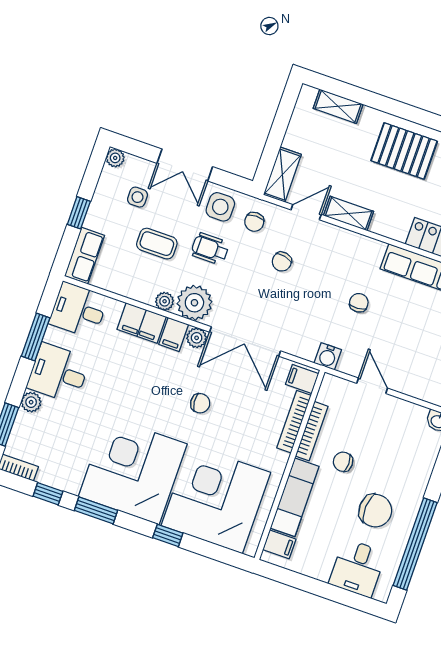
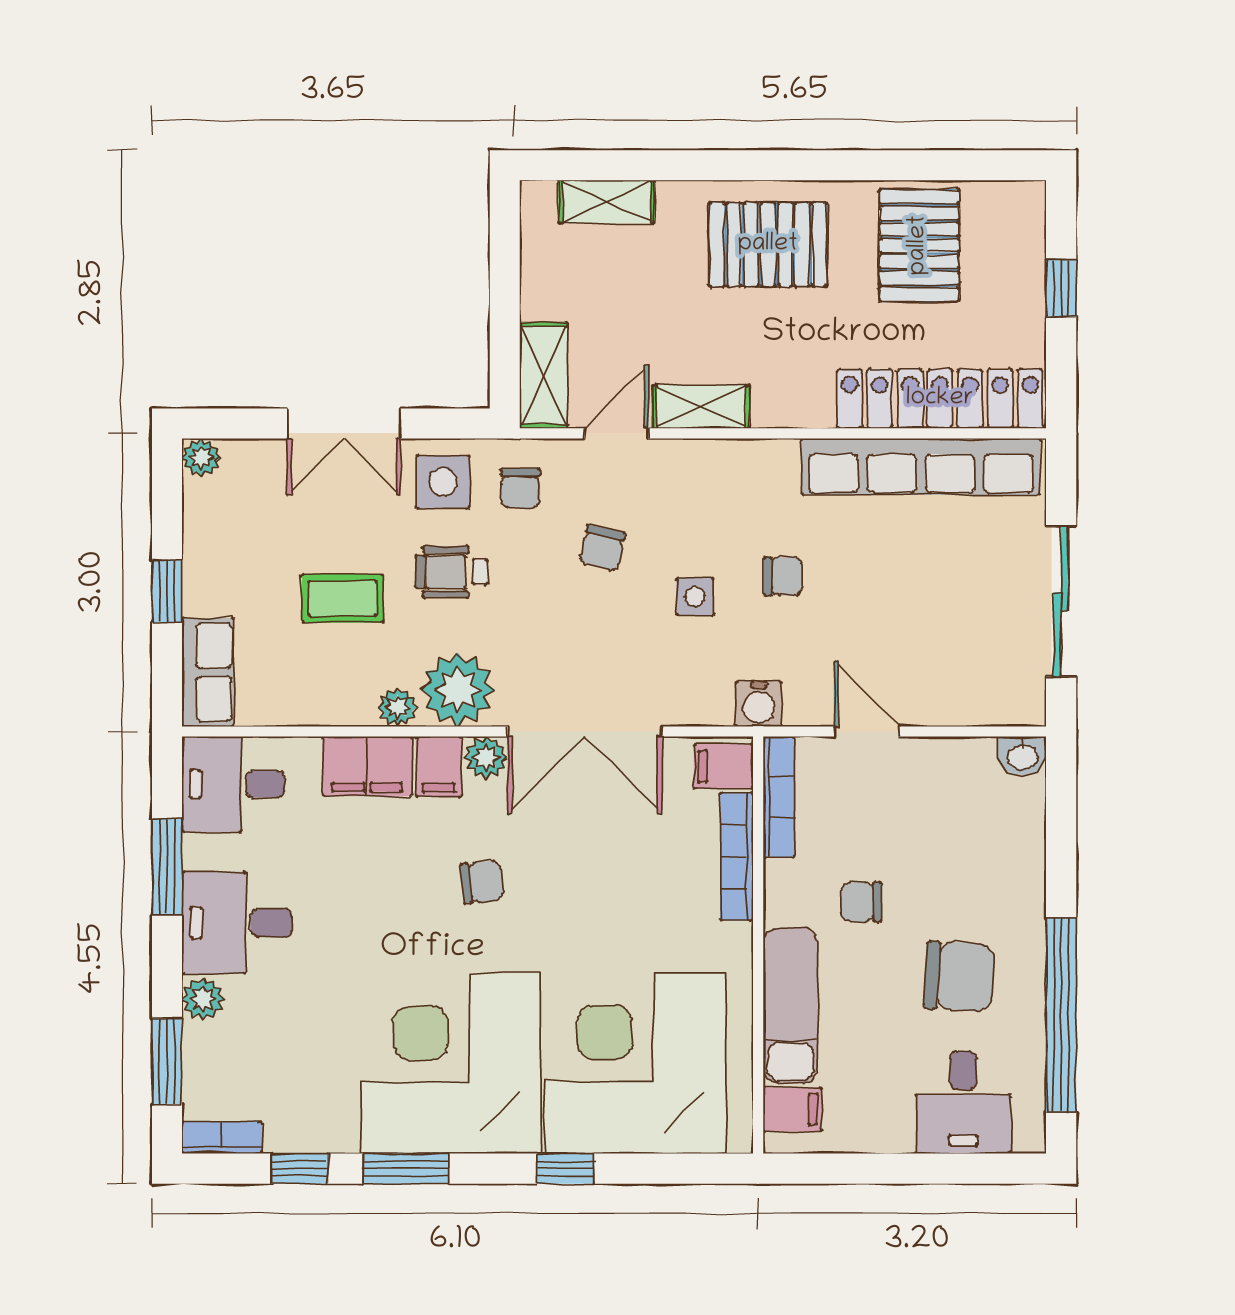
side table: (137, 197) -> (695, 597), moved
chair: (359, 303) -> (783, 576), turned 94
chair: (200, 403) -> (482, 882), moved
bookcase: (312, 431) -> (779, 797), moved

